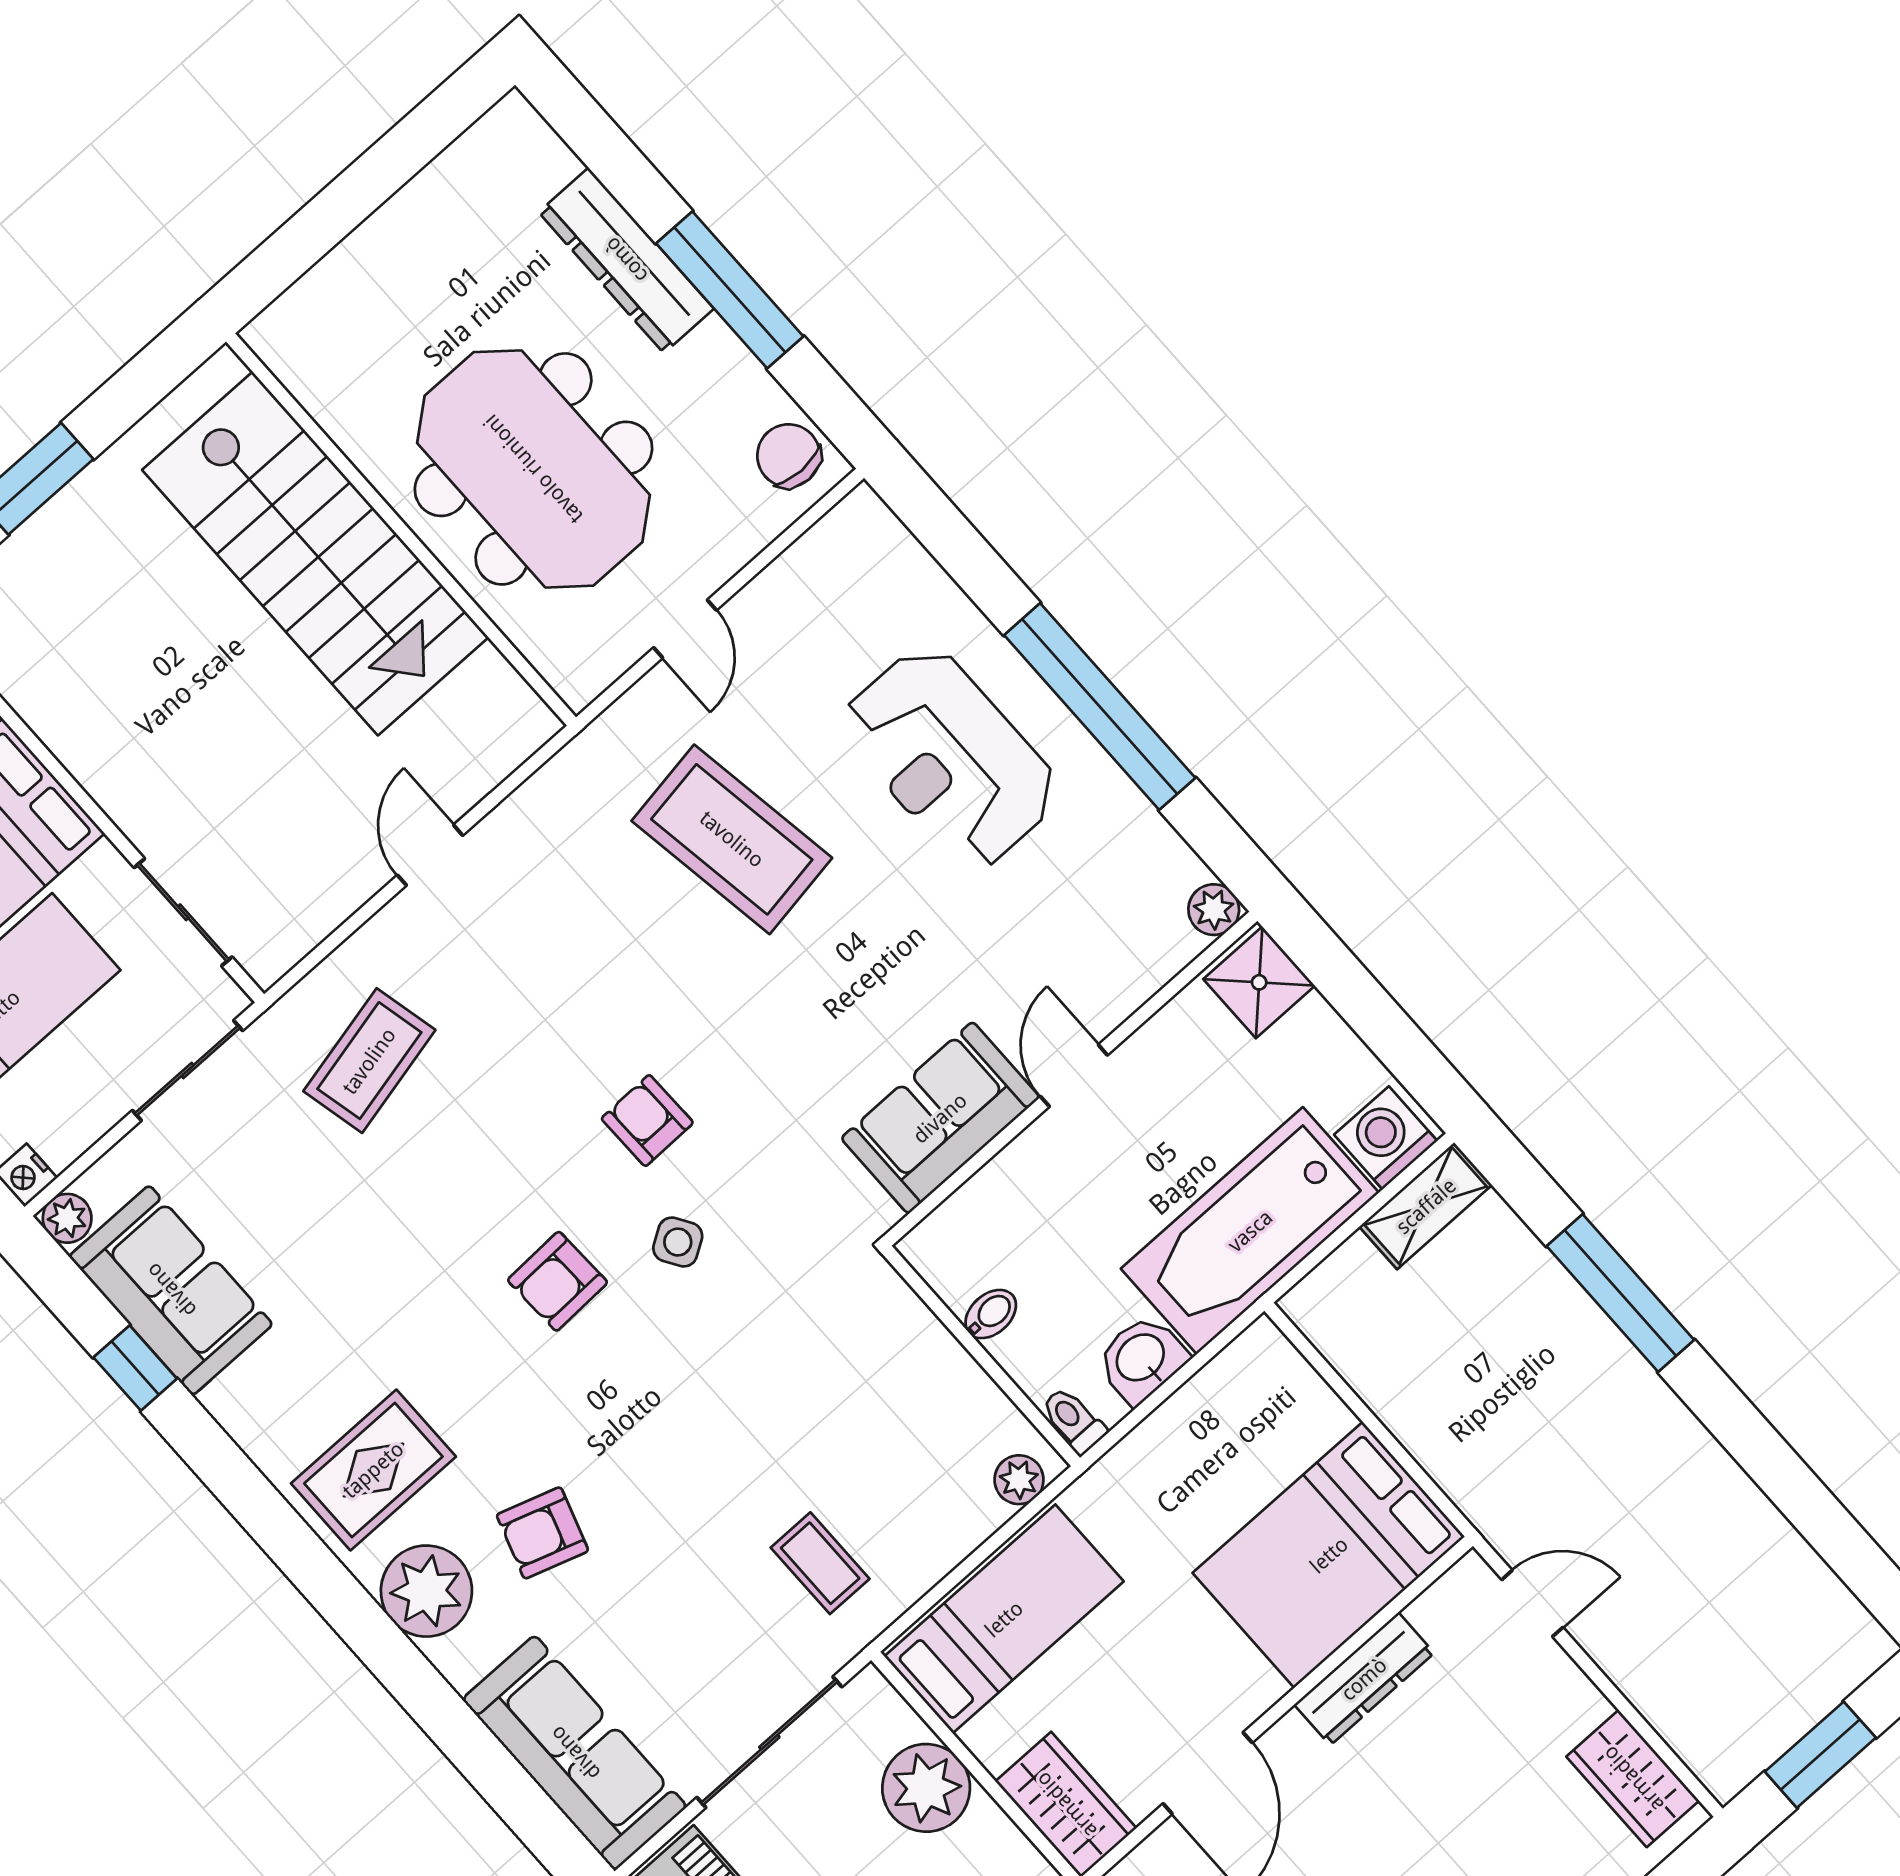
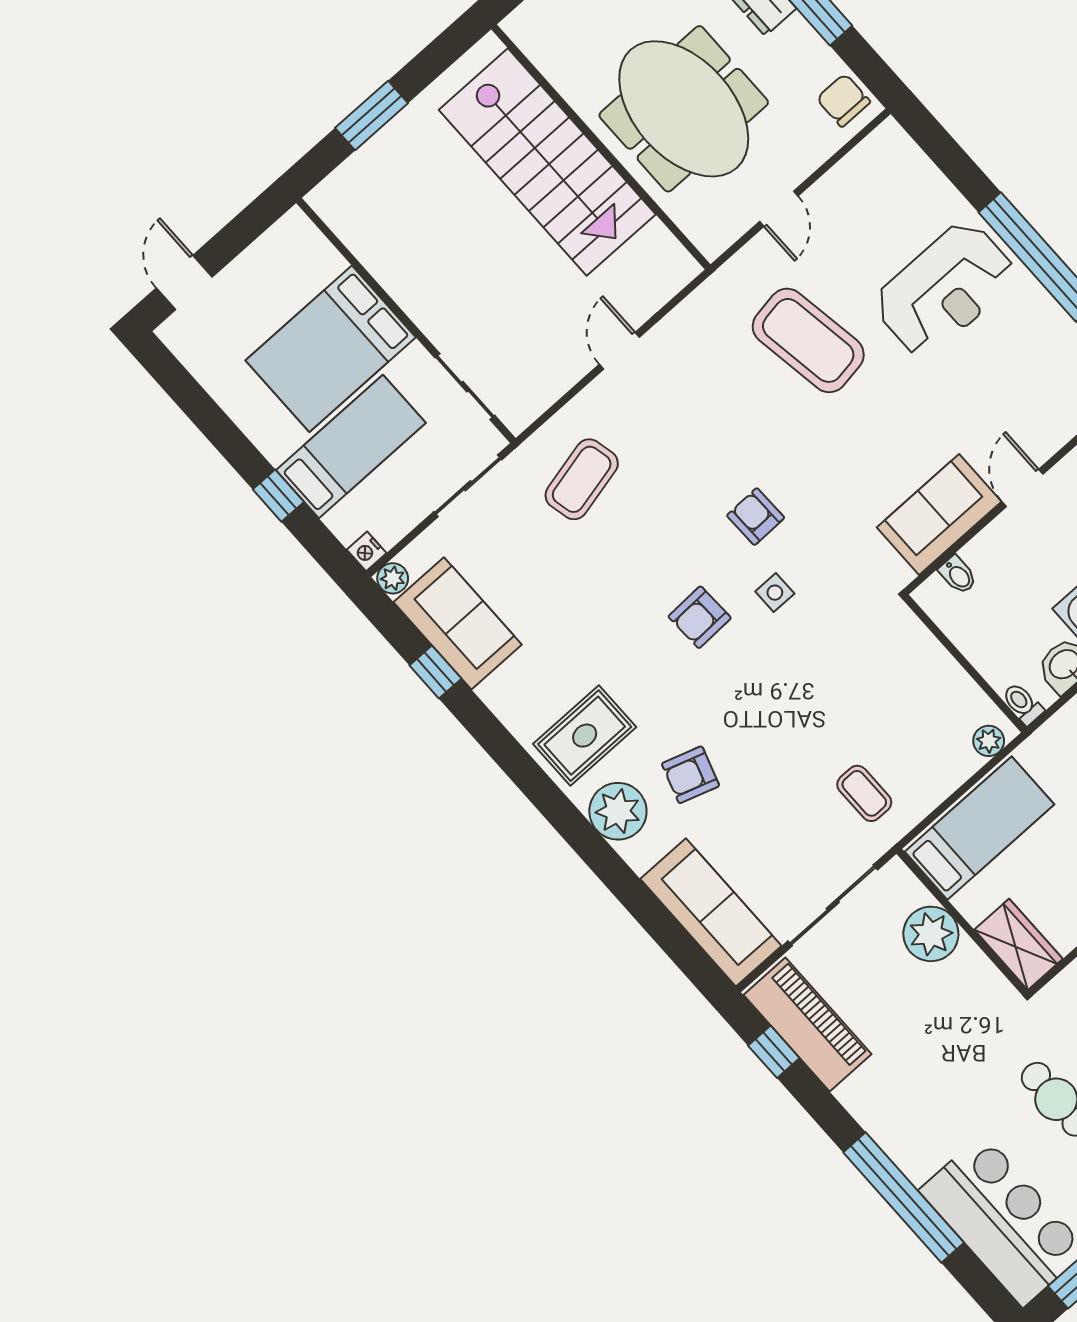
reception desk: (950, 758) -> (945, 289), turned -90
side table: (678, 1242) -> (775, 593), turned 32
bidet: (991, 1314) -> (958, 575), moved, turned 90

